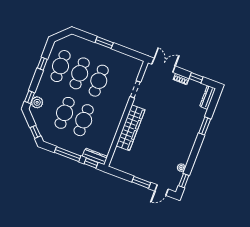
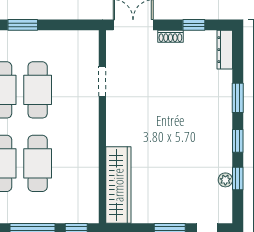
wardrobe: (130, 128) -> (118, 185), moved
window: (196, 149) -> (238, 141), added
dresser: (95, 156) -> (78, 215), removed
window: (184, 181) -> (238, 179), moved

